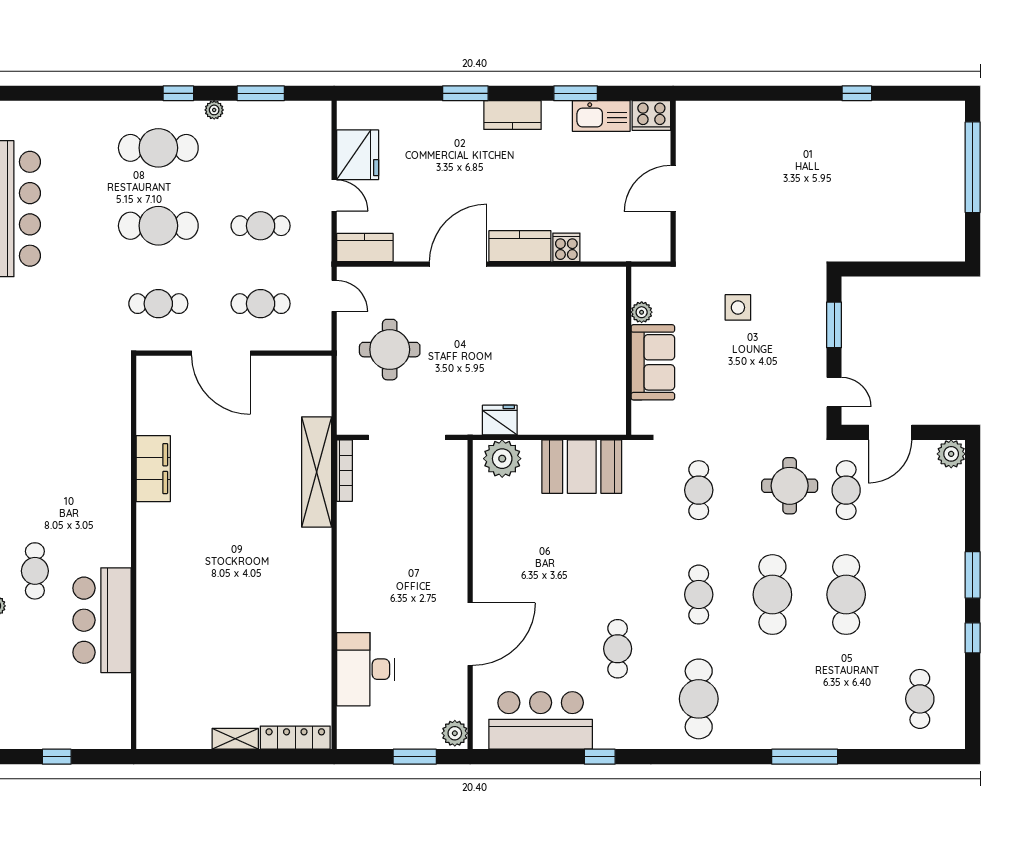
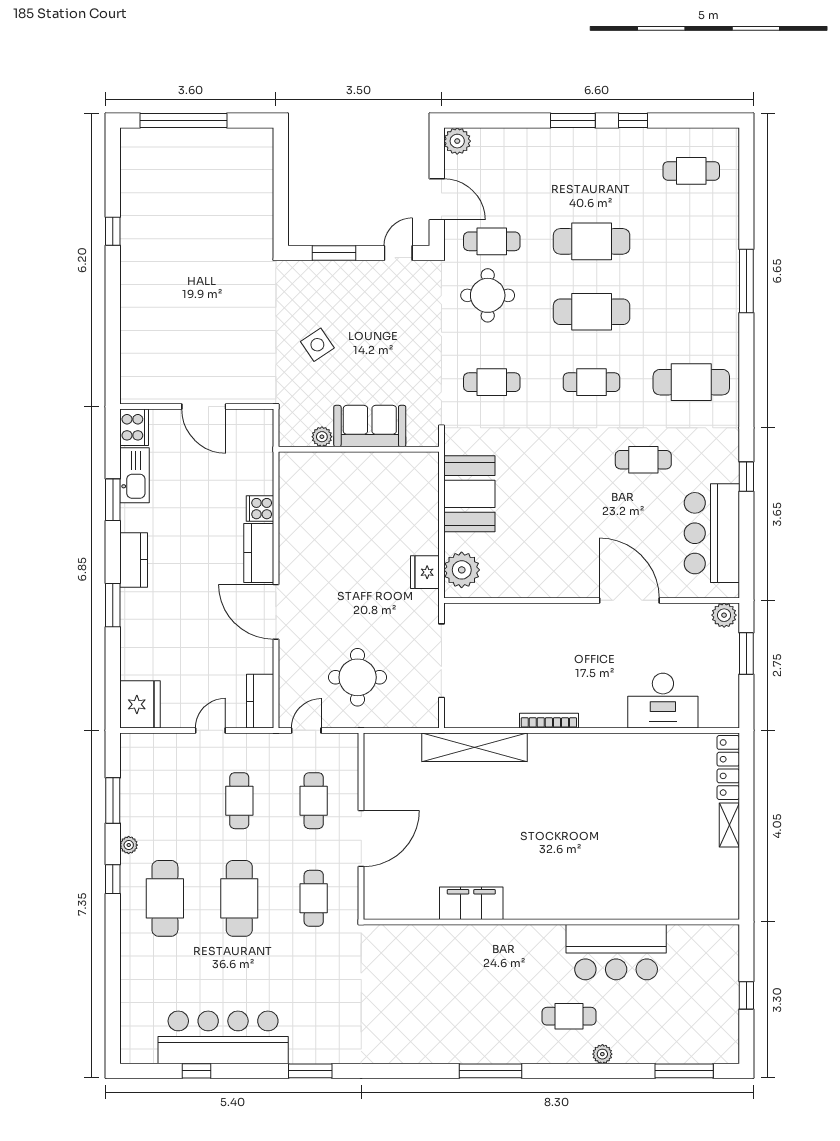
fridge: (358, 155) -> (140, 704), moved, turned 90
side table: (738, 307) -> (317, 345), turned -34
bookcase: (344, 471) -> (549, 721), moved

